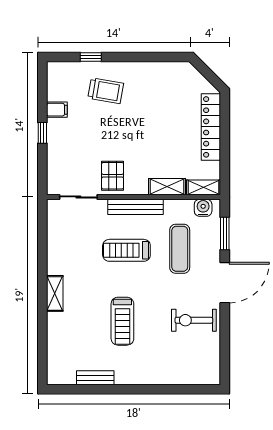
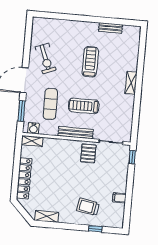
window: (42, 133) -> (132, 157), moved
shelving: (167, 187) -> (47, 216), moved
treadmill: (126, 250) -> (84, 106), turned 180
exercise bike: (194, 320) -> (46, 58), turned 69

